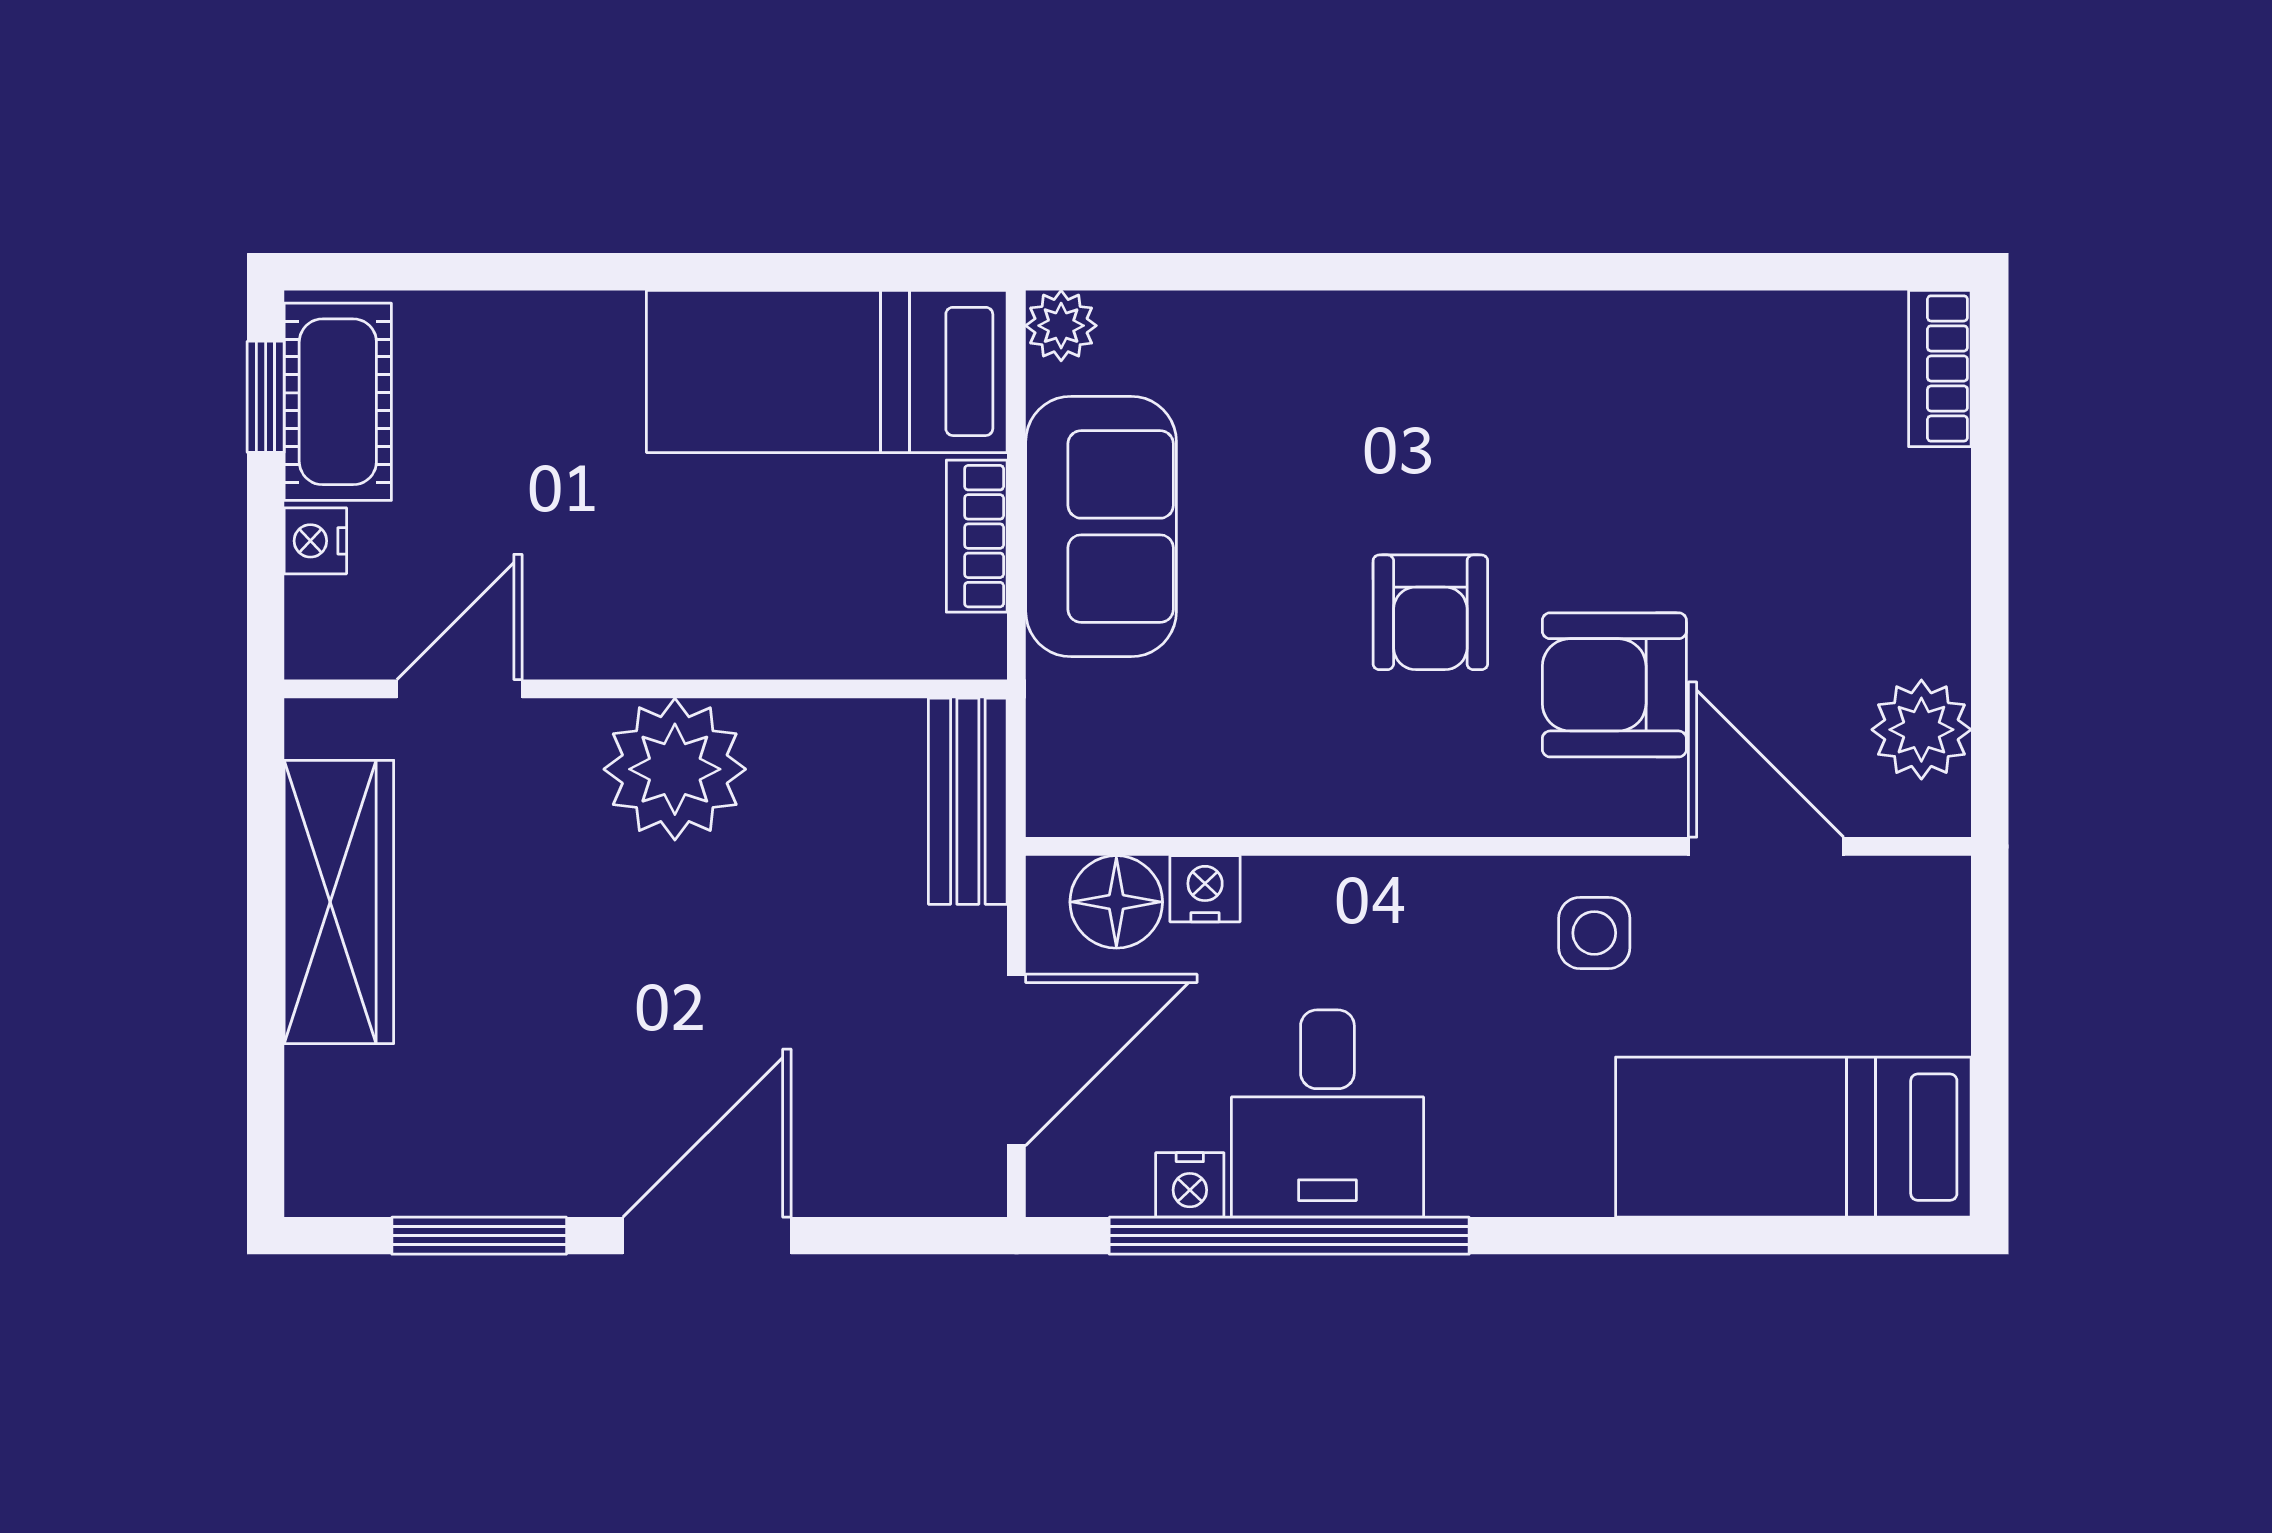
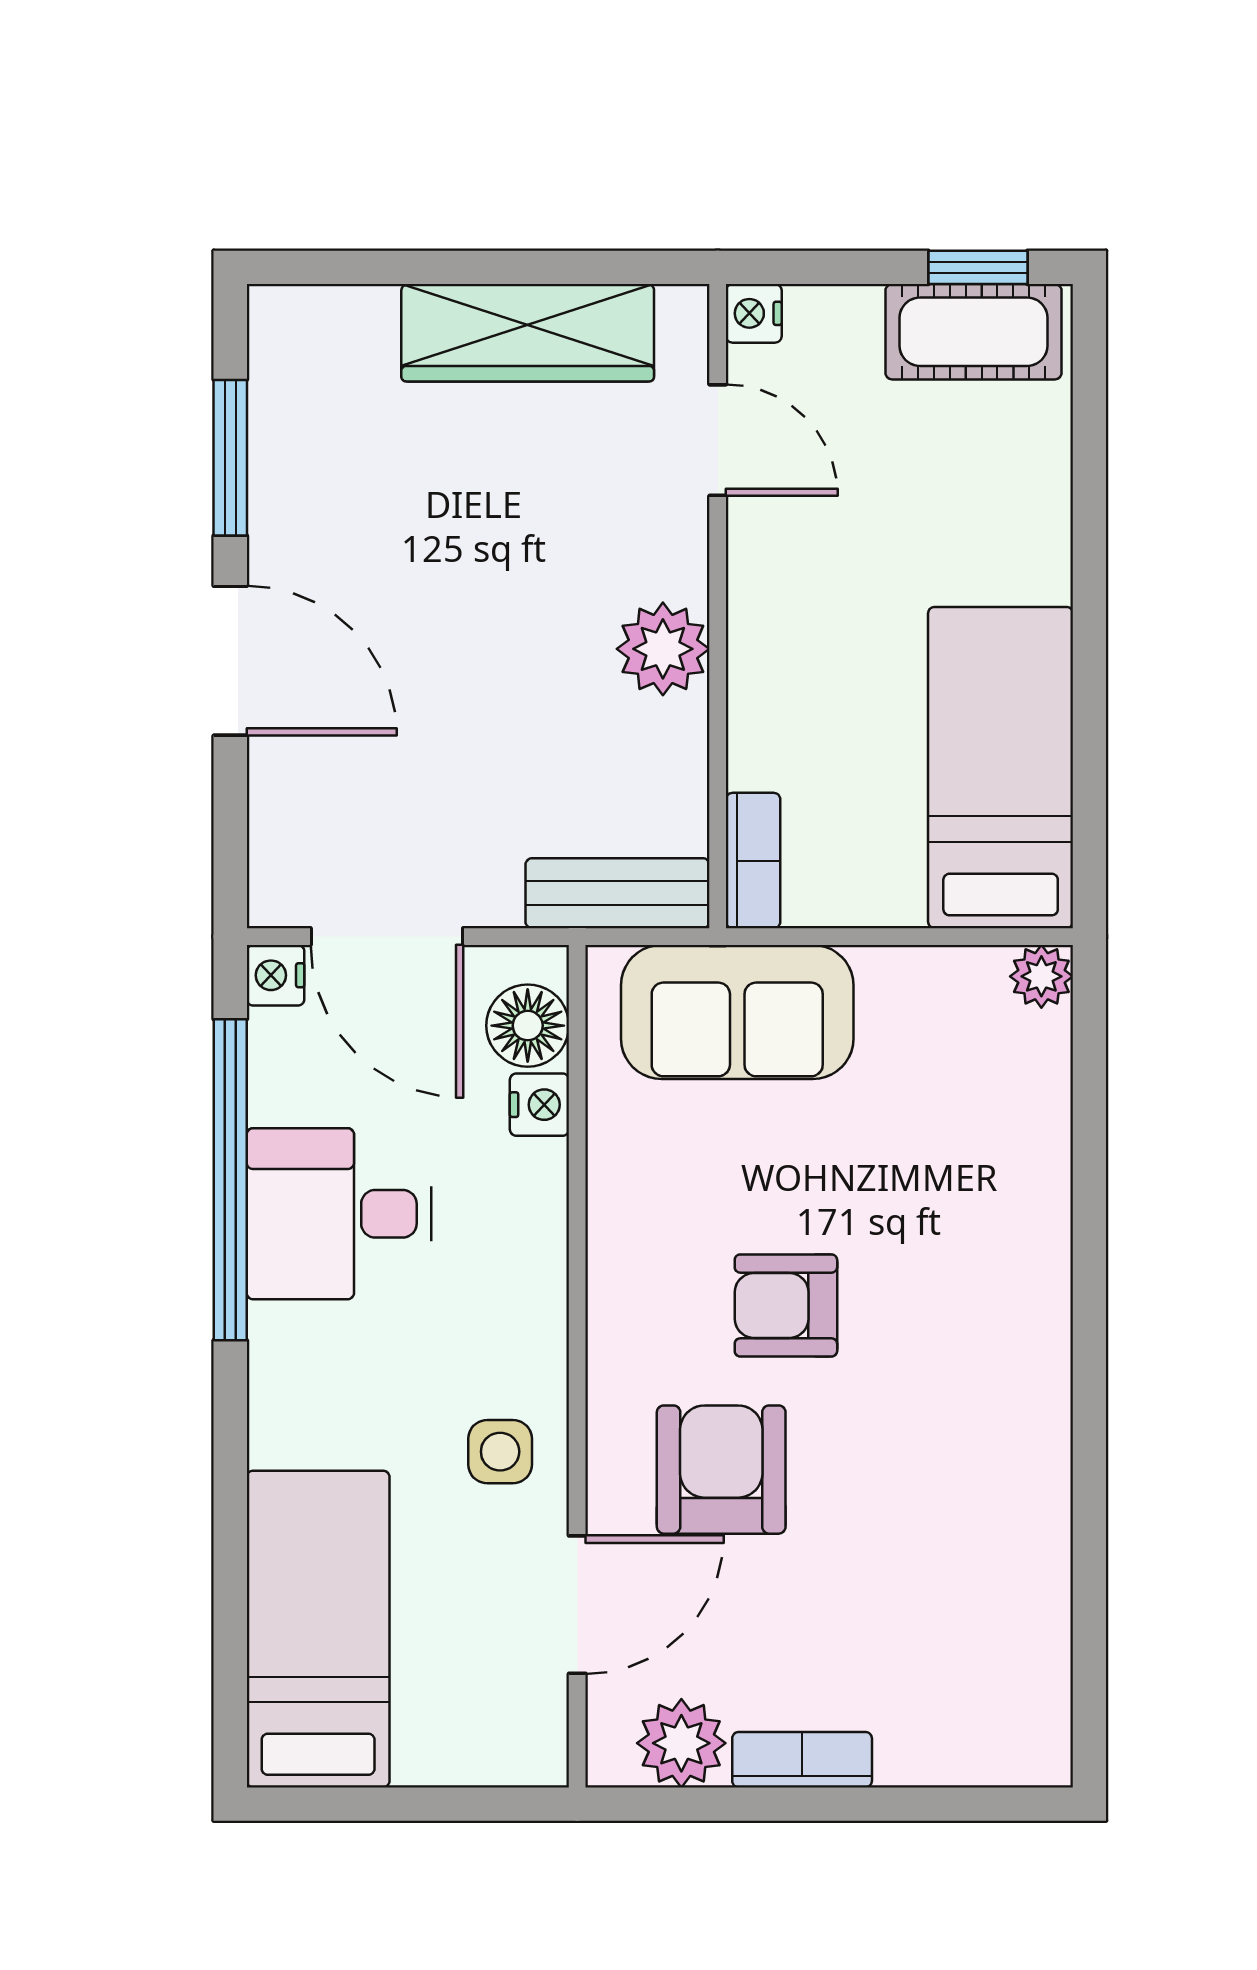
bookcase: (1940, 368) -> (802, 1760), moved
sofa: (1101, 527) -> (737, 1012), moved
bookcase: (977, 536) -> (753, 861), moved, turned 90
nightstand: (315, 541) -> (754, 313), moved, turned -90
plant: (675, 769) -> (663, 649), width x0.73, depth x0.73
nightstand: (1190, 1185) -> (275, 975), moved

